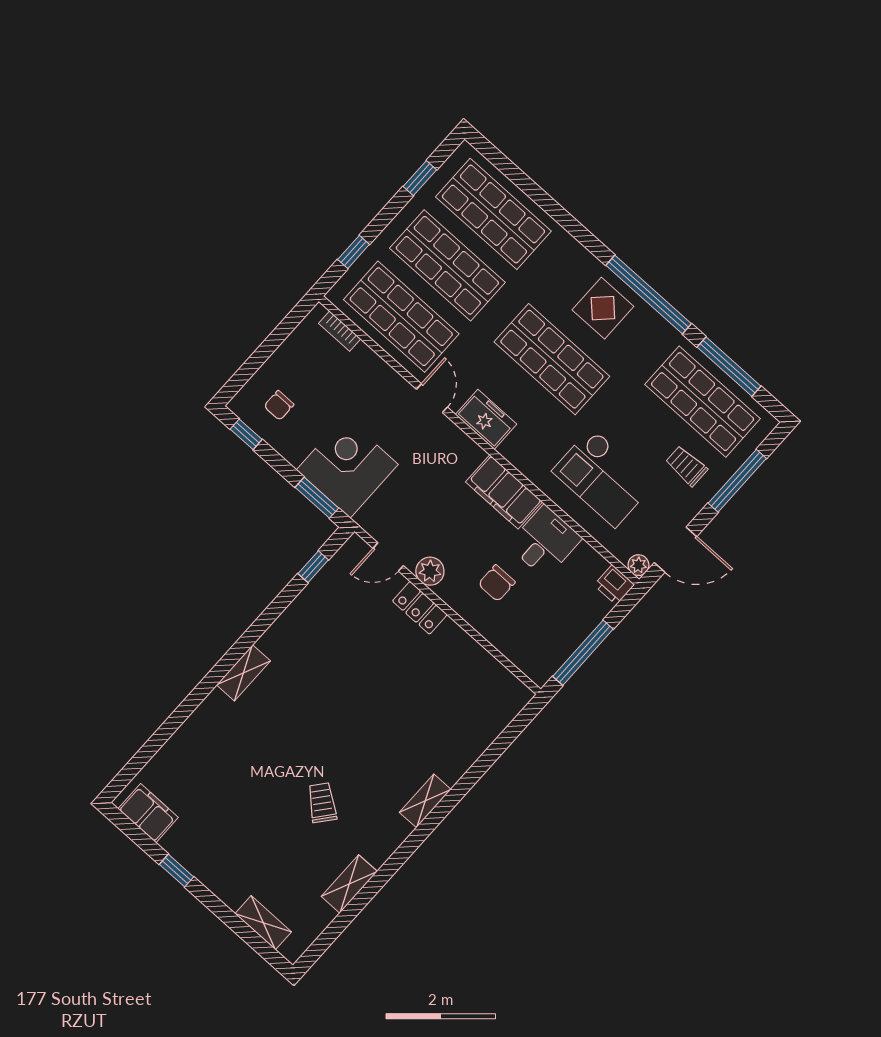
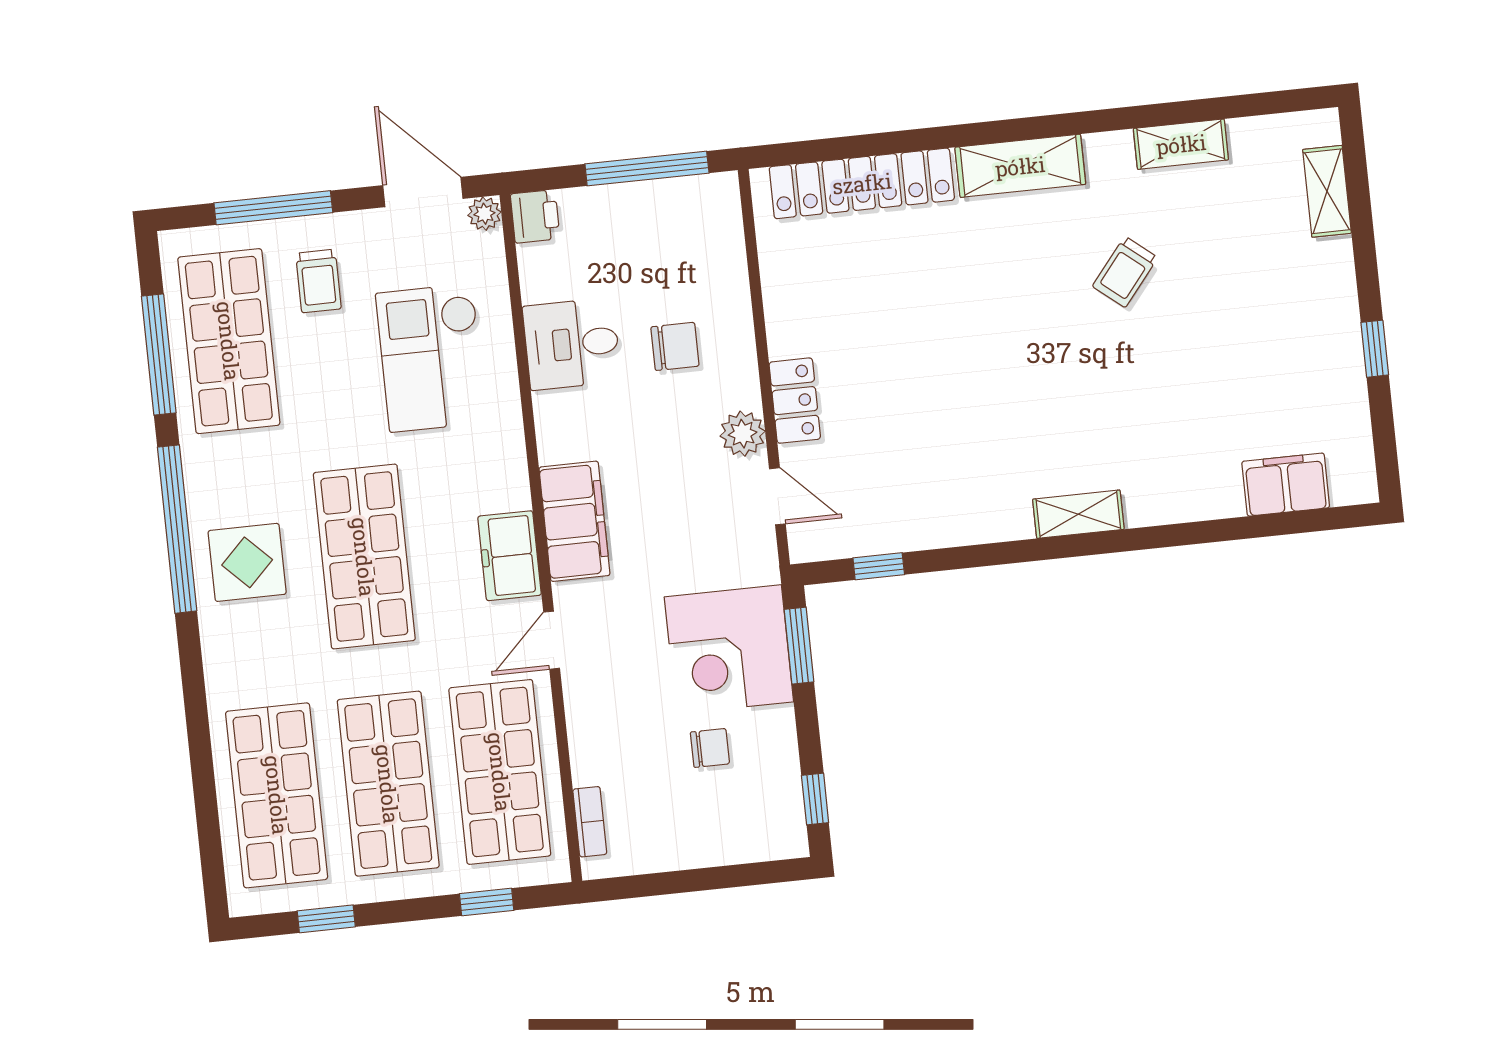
chair: (279, 405) -> (710, 748), moved
checkout: (603, 477) -> (431, 358), turned 180
filing cabinet: (504, 492) -> (574, 521), moved
locker: (479, 735) -> (862, 183), added
shelving: (425, 801) -> (1020, 166), width x1.50, depth x1.33
filing cabinet: (148, 813) -> (1286, 485), moved, turned 90

